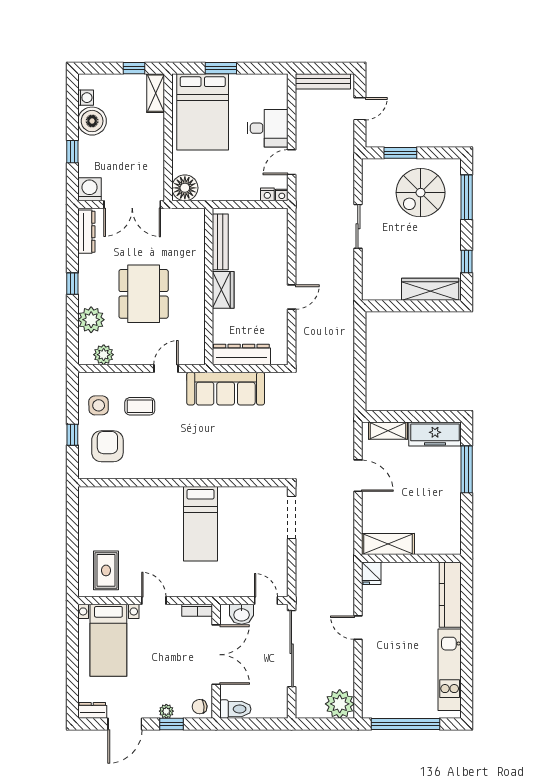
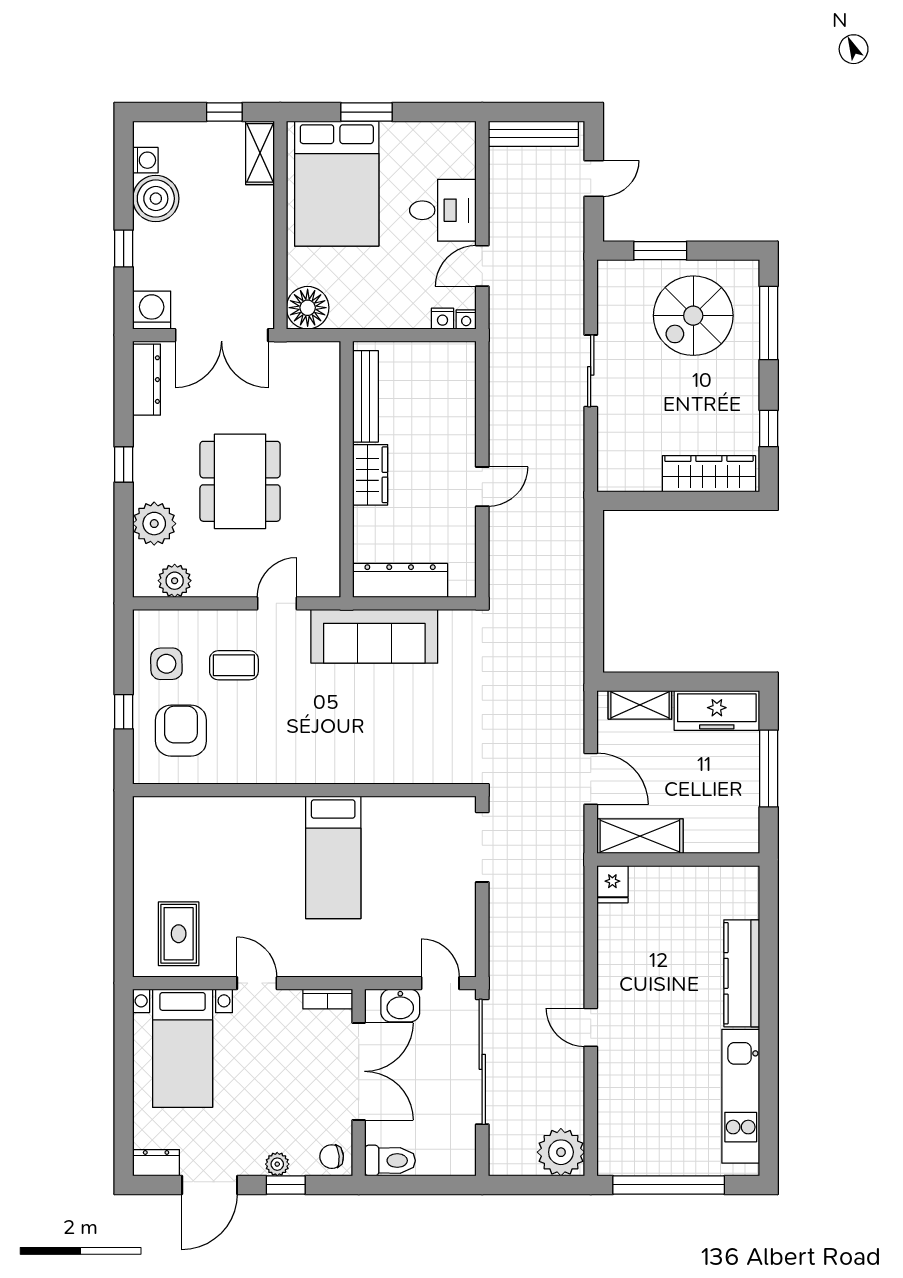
shelving: (388, 544) -> (640, 836), moved
wall: (411, 558) -> (678, 859), moved
fridge: (371, 573) -> (612, 884), moved

